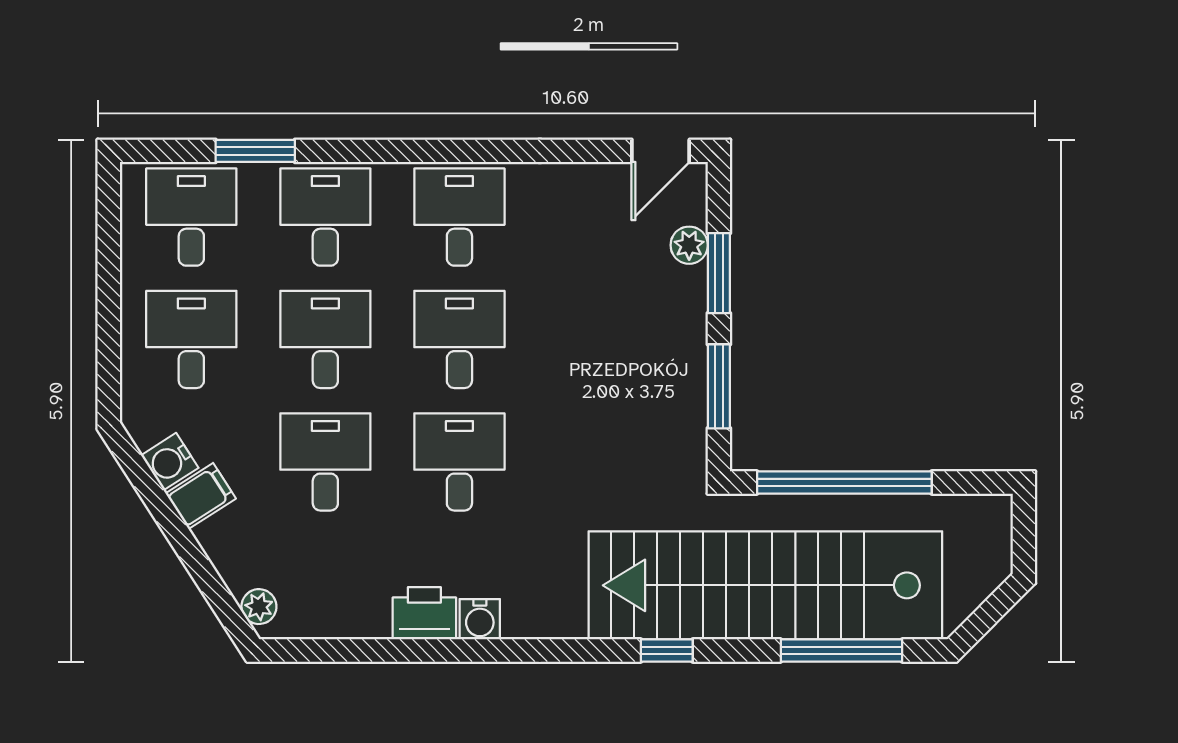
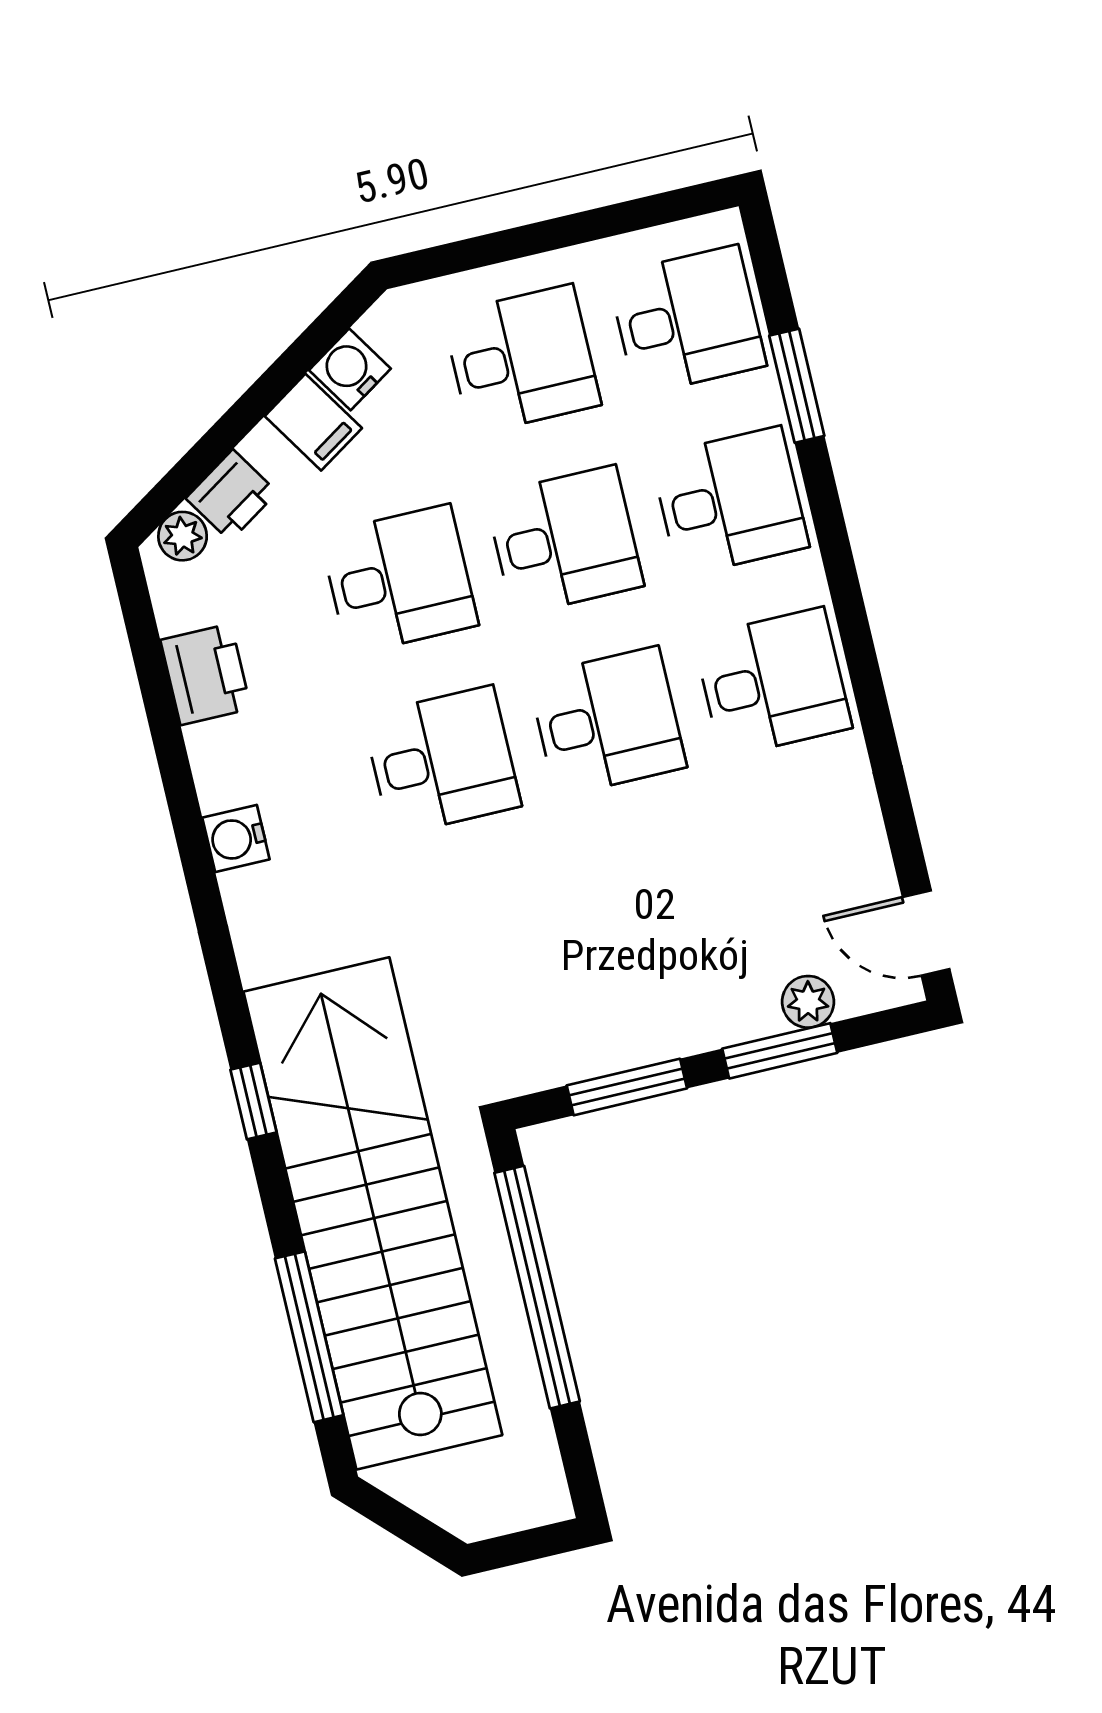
printer: (238, 565) -> (231, 495), added
printer: (424, 613) -> (206, 674), moved

